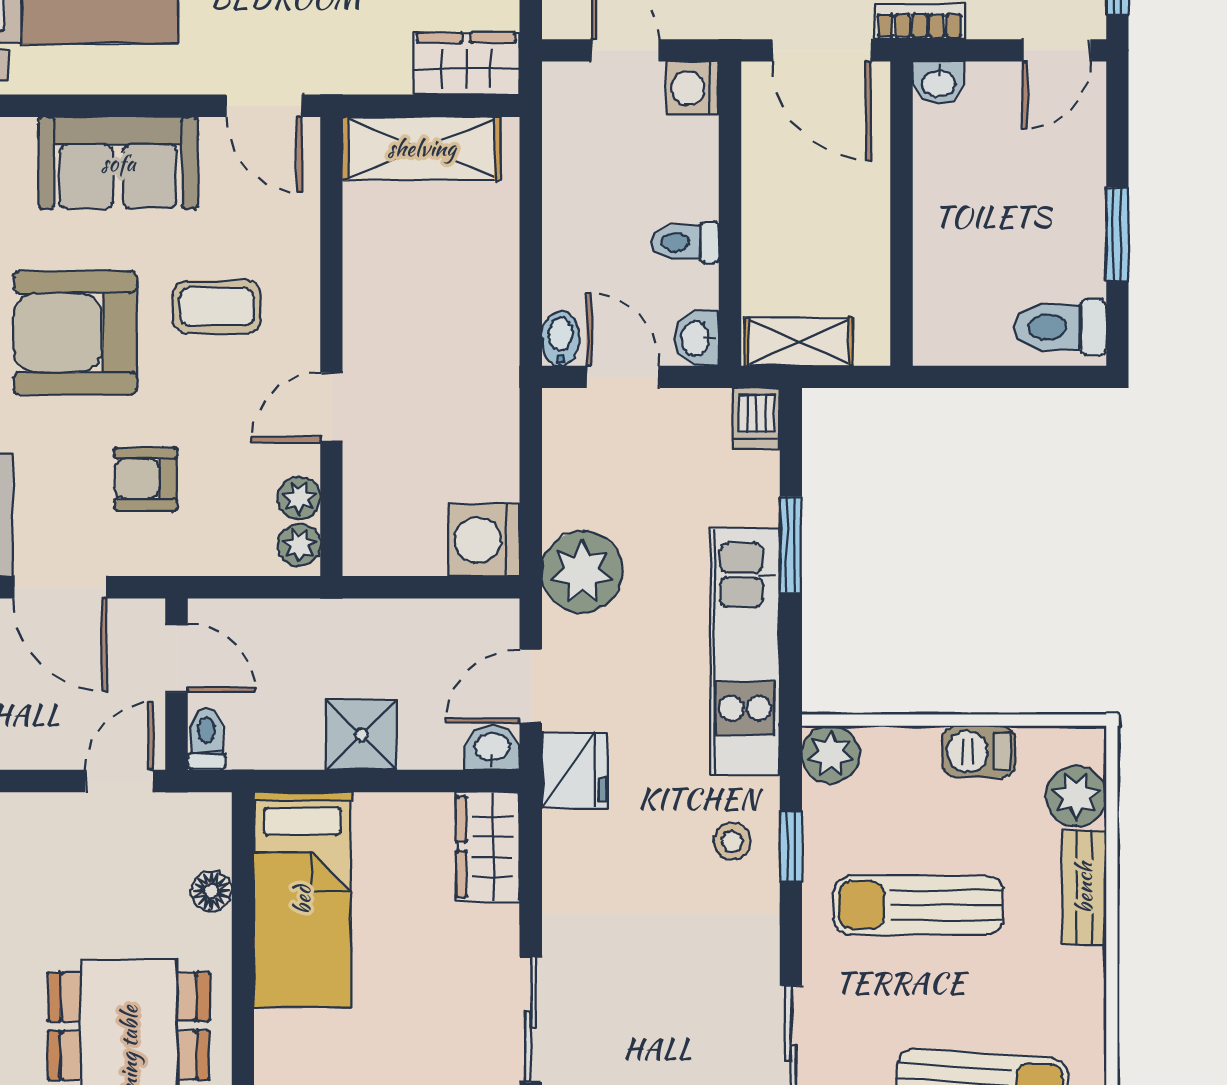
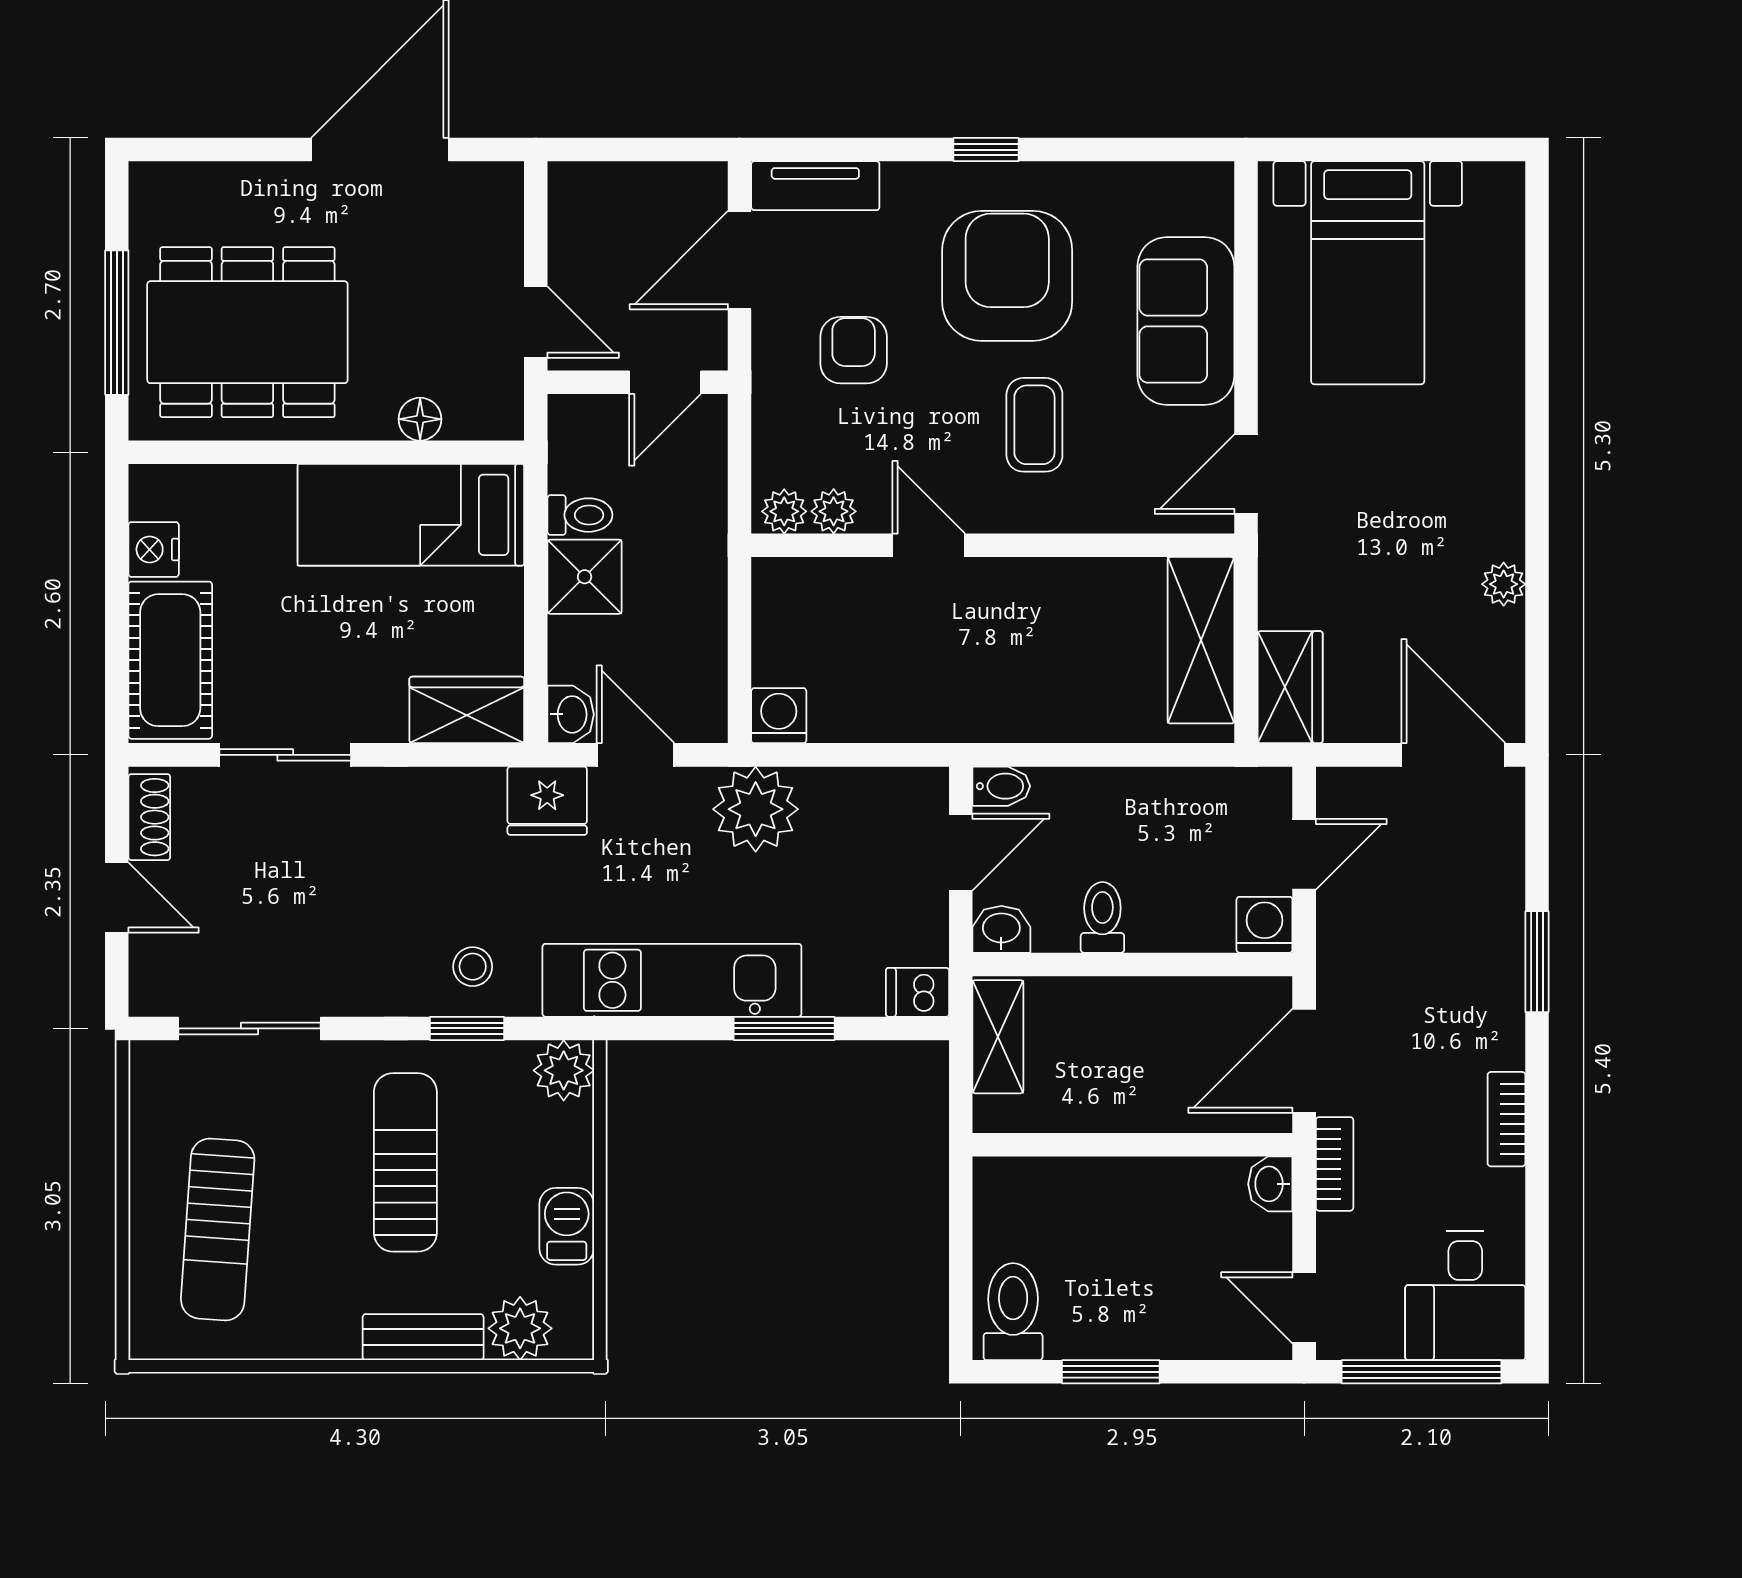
washing machine: (483, 540) -> (779, 716), width x0.73, depth x0.73
toilet: (206, 739) -> (580, 515), moved

